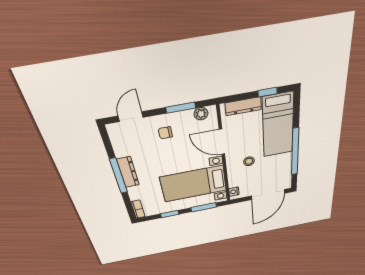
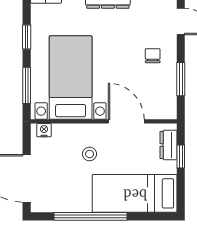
window: (268, 92) -> (181, 156), moved
dresser: (243, 106) -> (168, 145), width x0.70
plant: (201, 114) -> (169, 101), removed
door: (222, 142) -> (126, 121), hinge flipped

